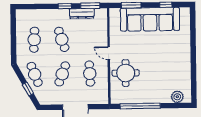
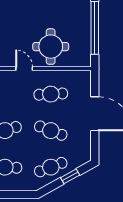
door: (109, 53) -> (24, 69), swing flipped

